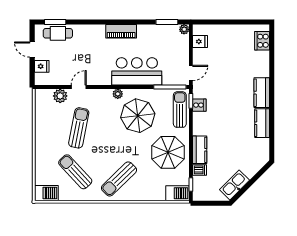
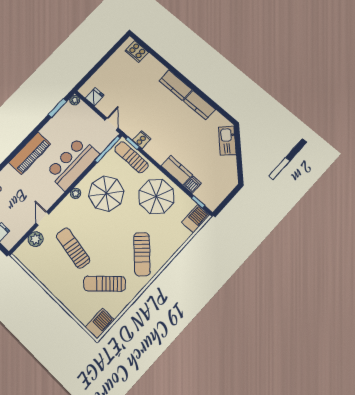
piano: (121, 31) -> (30, 153), width x1.37, depth x1.33
kitchen sink: (234, 185) -> (227, 141), moved

